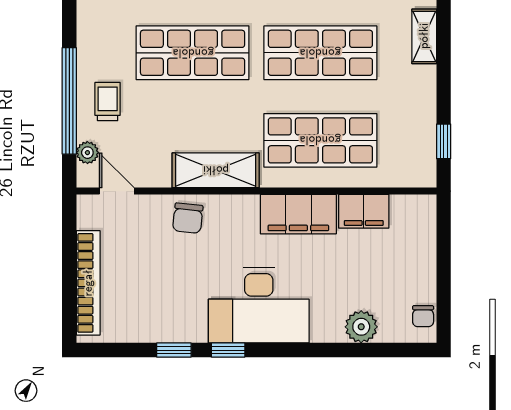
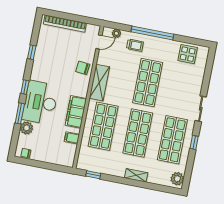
window: (69, 101) -> (152, 33), moved
filing cabinet: (364, 211) -> (72, 138), width x0.50
desk: (259, 305) -> (40, 102), moved
window: (228, 350) -> (25, 87), moved
window: (329, 350) -> (20, 113), added

